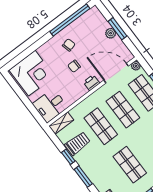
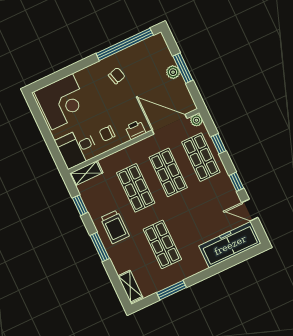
chair: (74, 66) -> (107, 133), moved
trolley: (77, 144) -> (115, 227), moved, turned 90
window: (68, 157) -> (80, 205), moved

